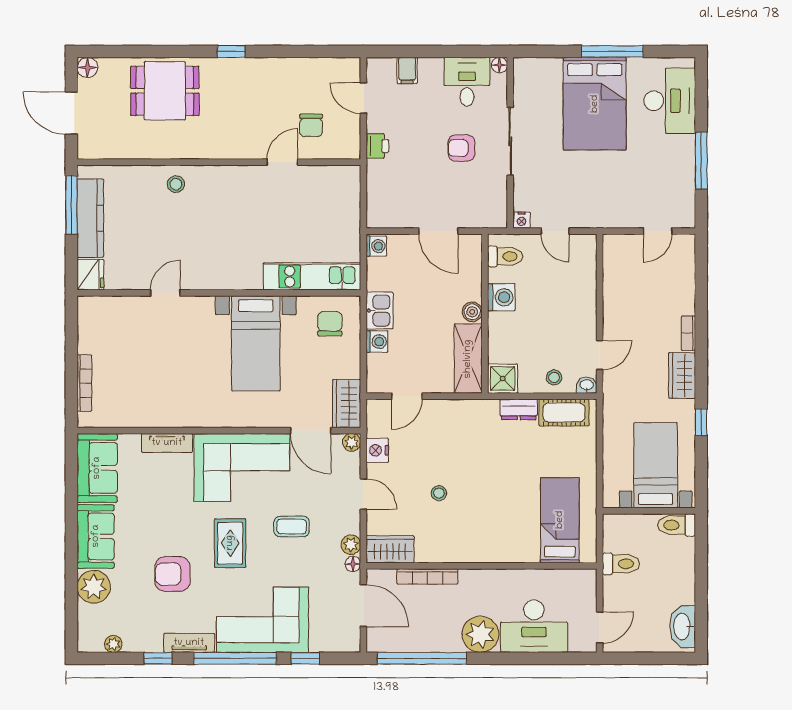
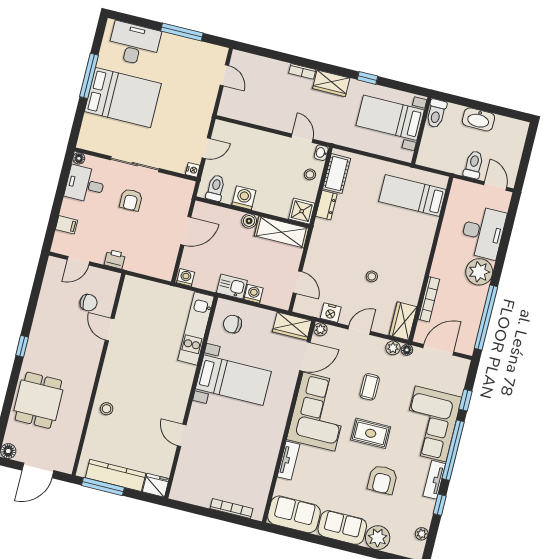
toilet: (621, 564) -> (474, 165), moved
washbasin: (683, 627) -> (478, 119), moved

